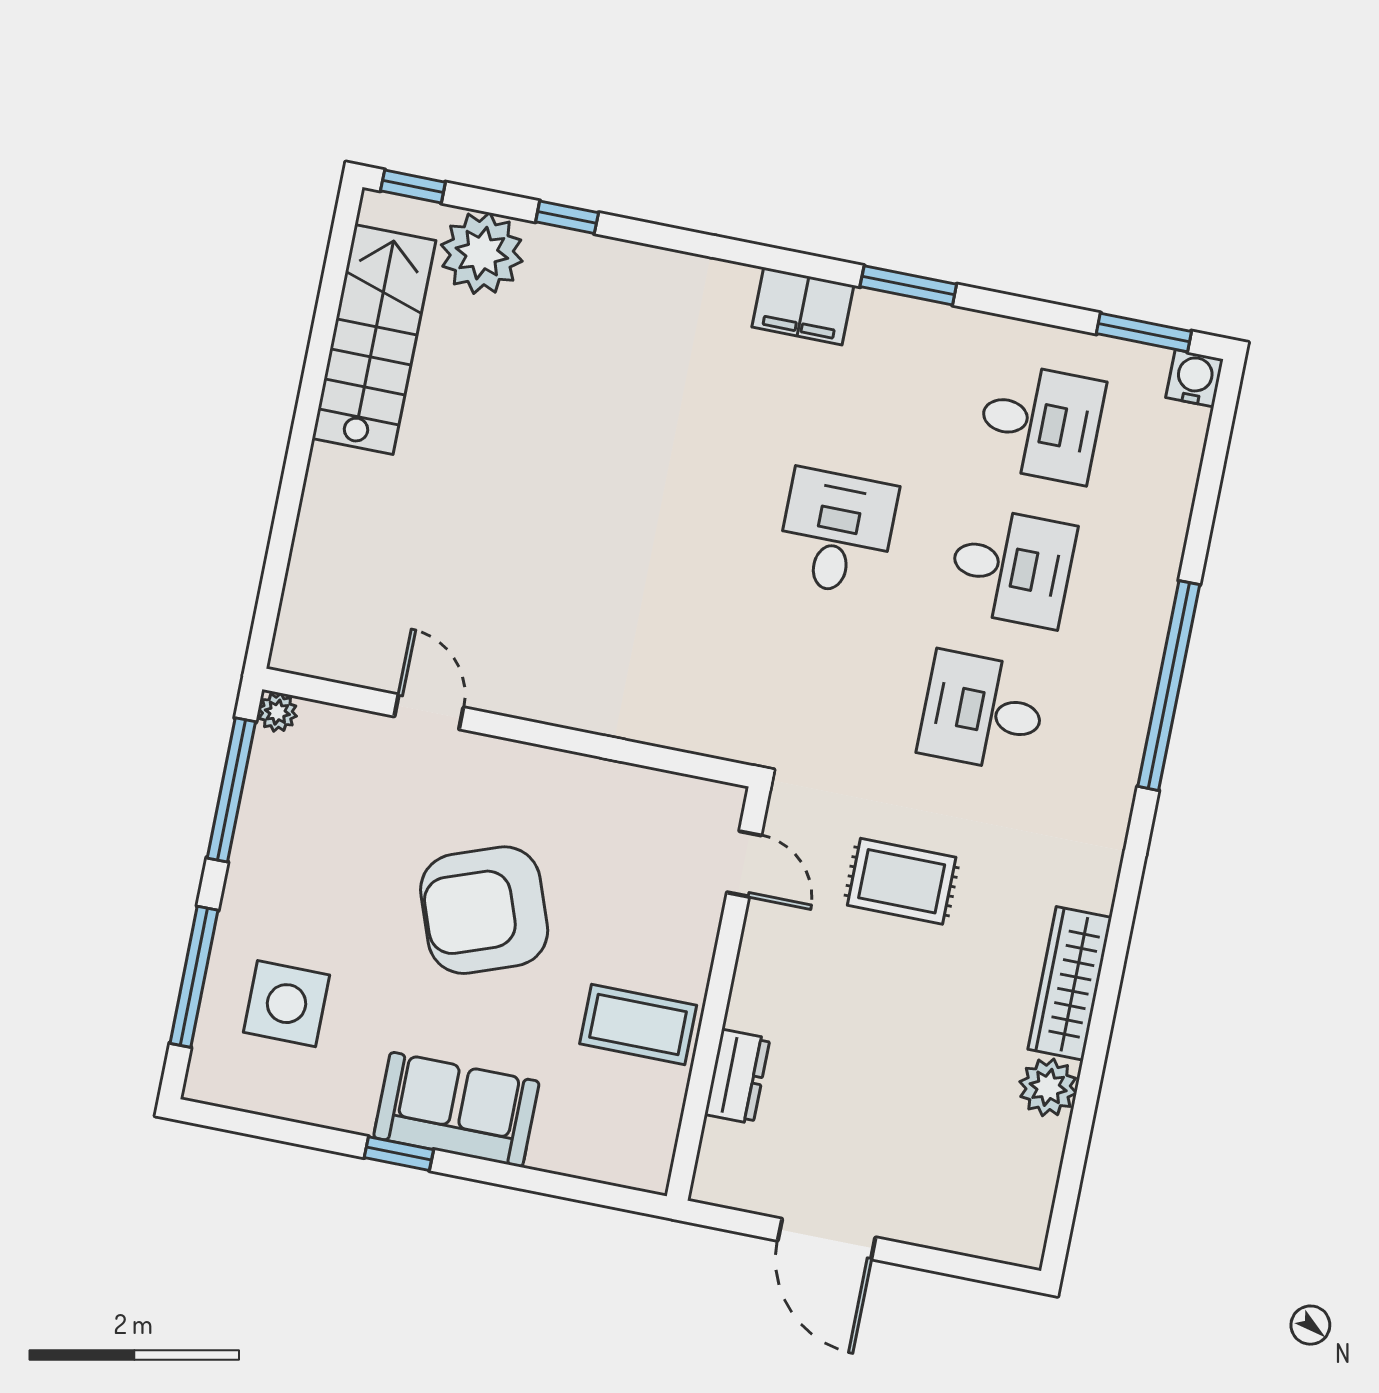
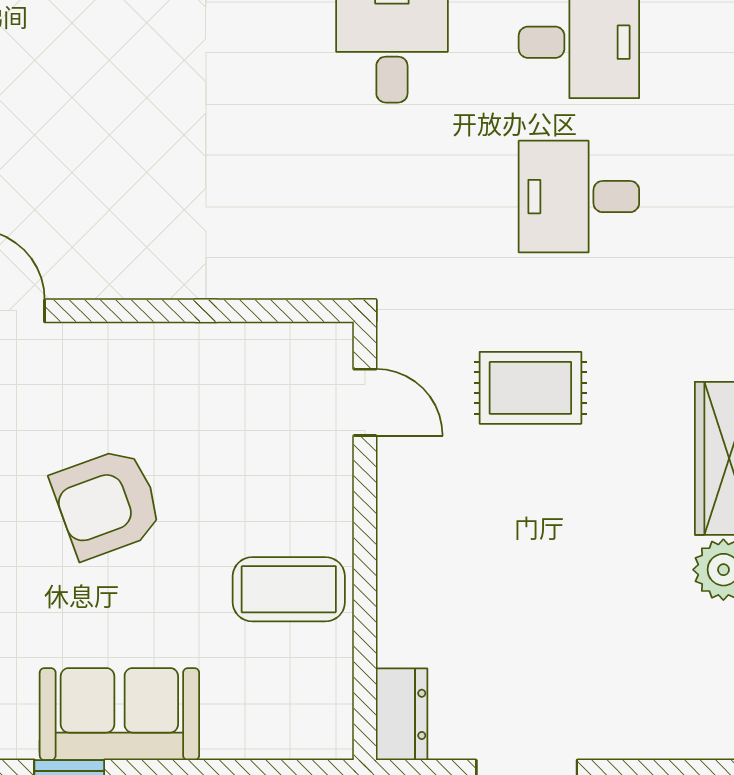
armchair: (484, 910) -> (107, 503), width x0.73, depth x0.73
dresser: (737, 1076) -> (402, 714), moved

